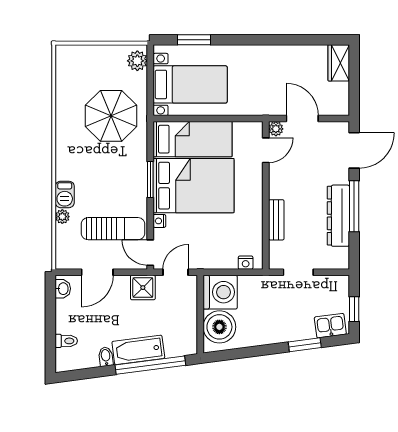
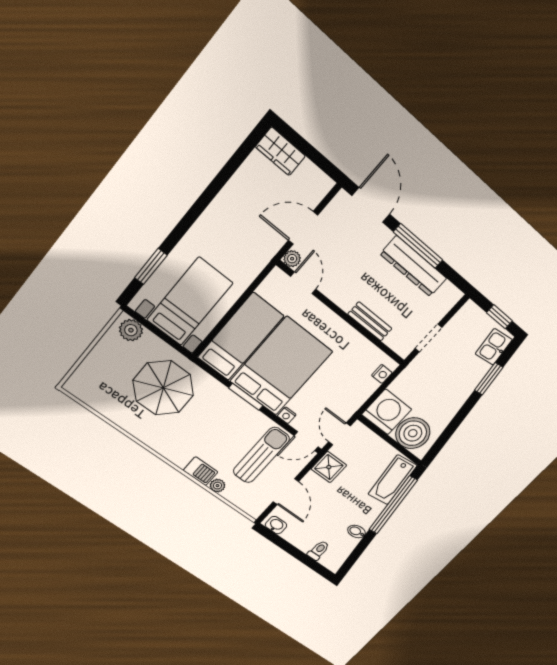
bathtub: (138, 350) -> (392, 480), moved

